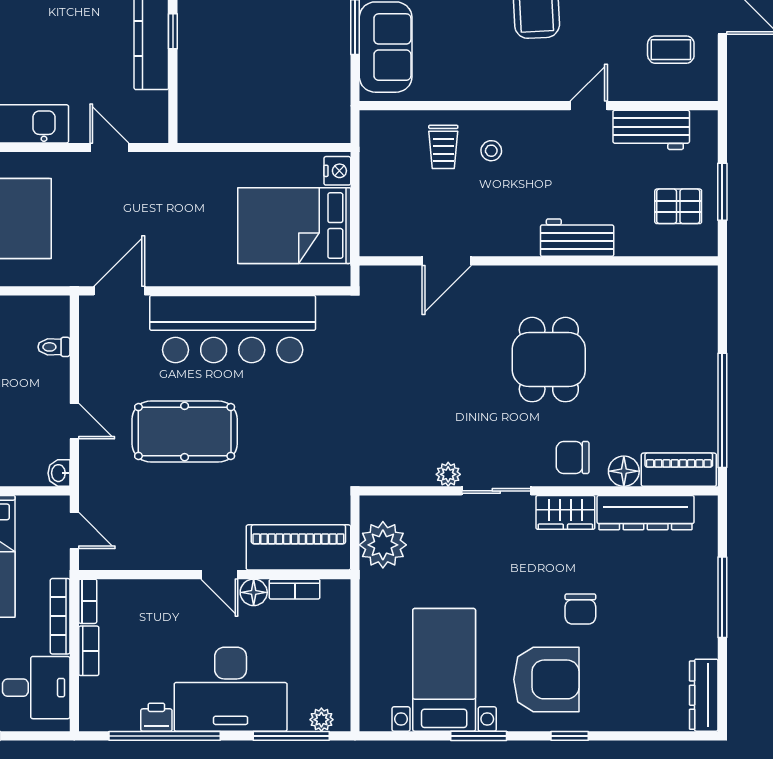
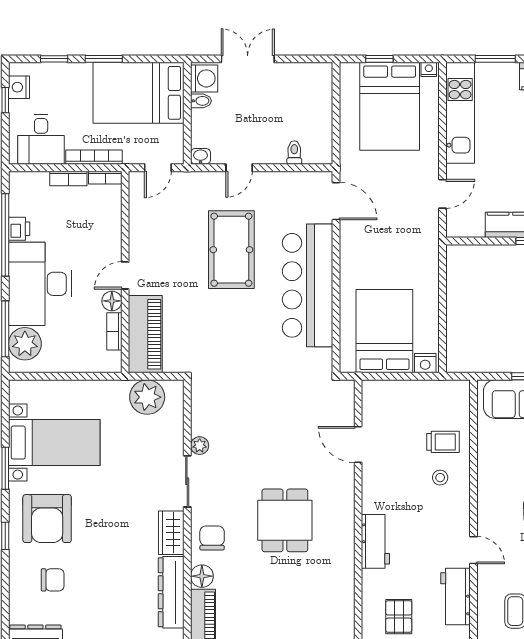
trolley: (443, 147) -> (443, 442), turned 180
dining table: (549, 360) -> (285, 520), turned 90
chair: (580, 609) -> (53, 580), moved, turned 180
plant: (321, 720) -> (25, 344), width x1.87, depth x1.87

